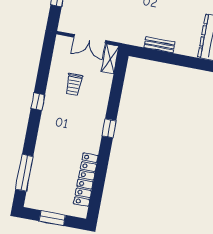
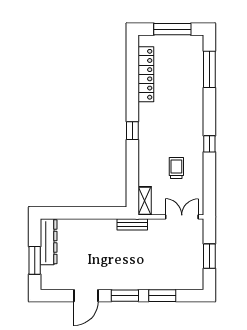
double door: (90, 39) -> (182, 217), moved
bench: (159, 45) -> (132, 224), moved
window: (52, 218) -> (172, 29), width x1.44

